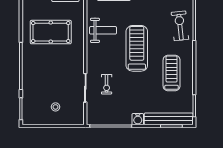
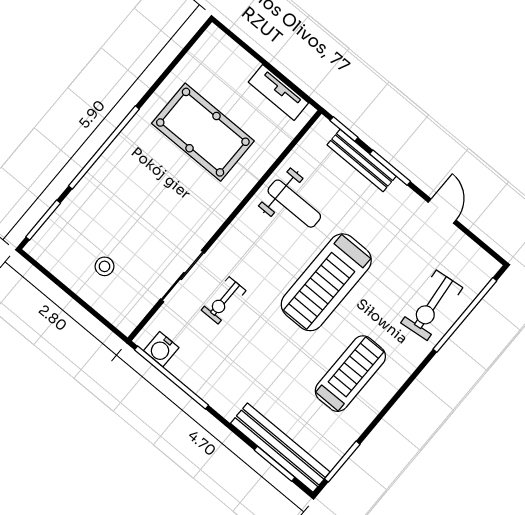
exercise bike: (180, 26) -> (432, 305), turned 180
treadmill: (137, 48) -> (326, 282), turned 180
water cooler: (138, 119) -> (161, 349), moved

